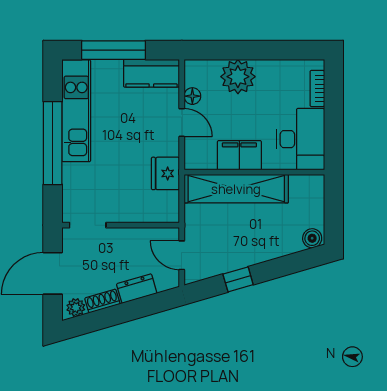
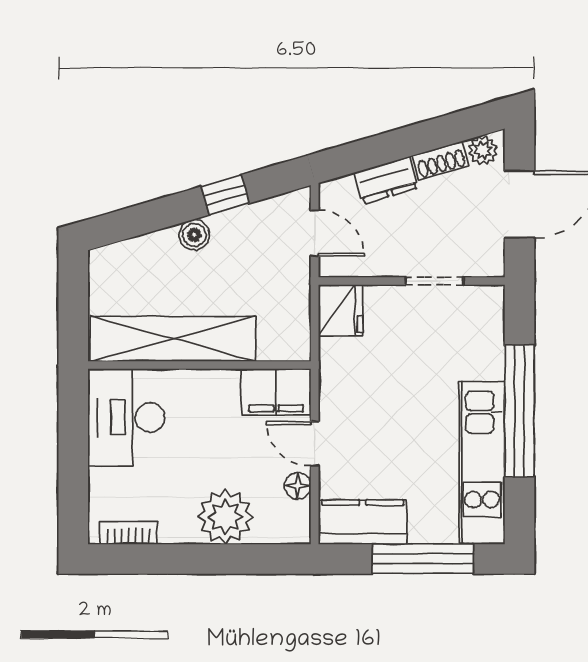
bookcase: (317, 88) -> (128, 533), moved, turned -90
filing cabinet: (239, 155) -> (276, 392), moved
fridge: (165, 173) -> (340, 310), moved
shelving: (236, 189) -> (173, 339), moved
doorway: (88, 225) -> (434, 281), moved
boiler: (312, 238) -> (194, 235), moved

